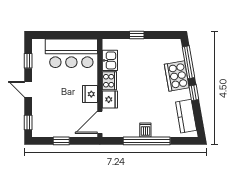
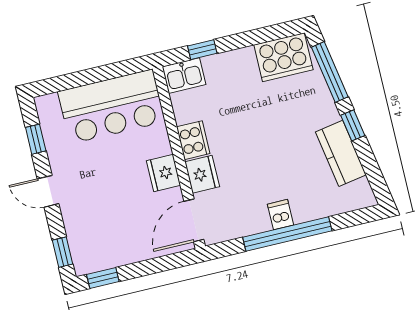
window: (137, 35) -> (202, 50), moved
kitchen sink: (110, 60) -> (184, 76), moved, turned 90
cooker: (177, 76) -> (283, 57), moved, turned -80
kitchen counter: (186, 116) -> (341, 153), moved
window: (61, 141) -> (103, 278), moved

